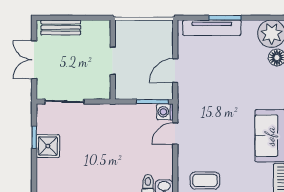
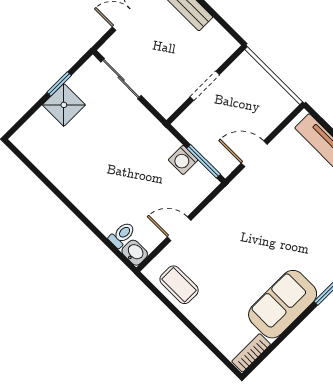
washing machine: (165, 112) -> (183, 160), moved, turned -90
door: (175, 134) -> (179, 229), moved

